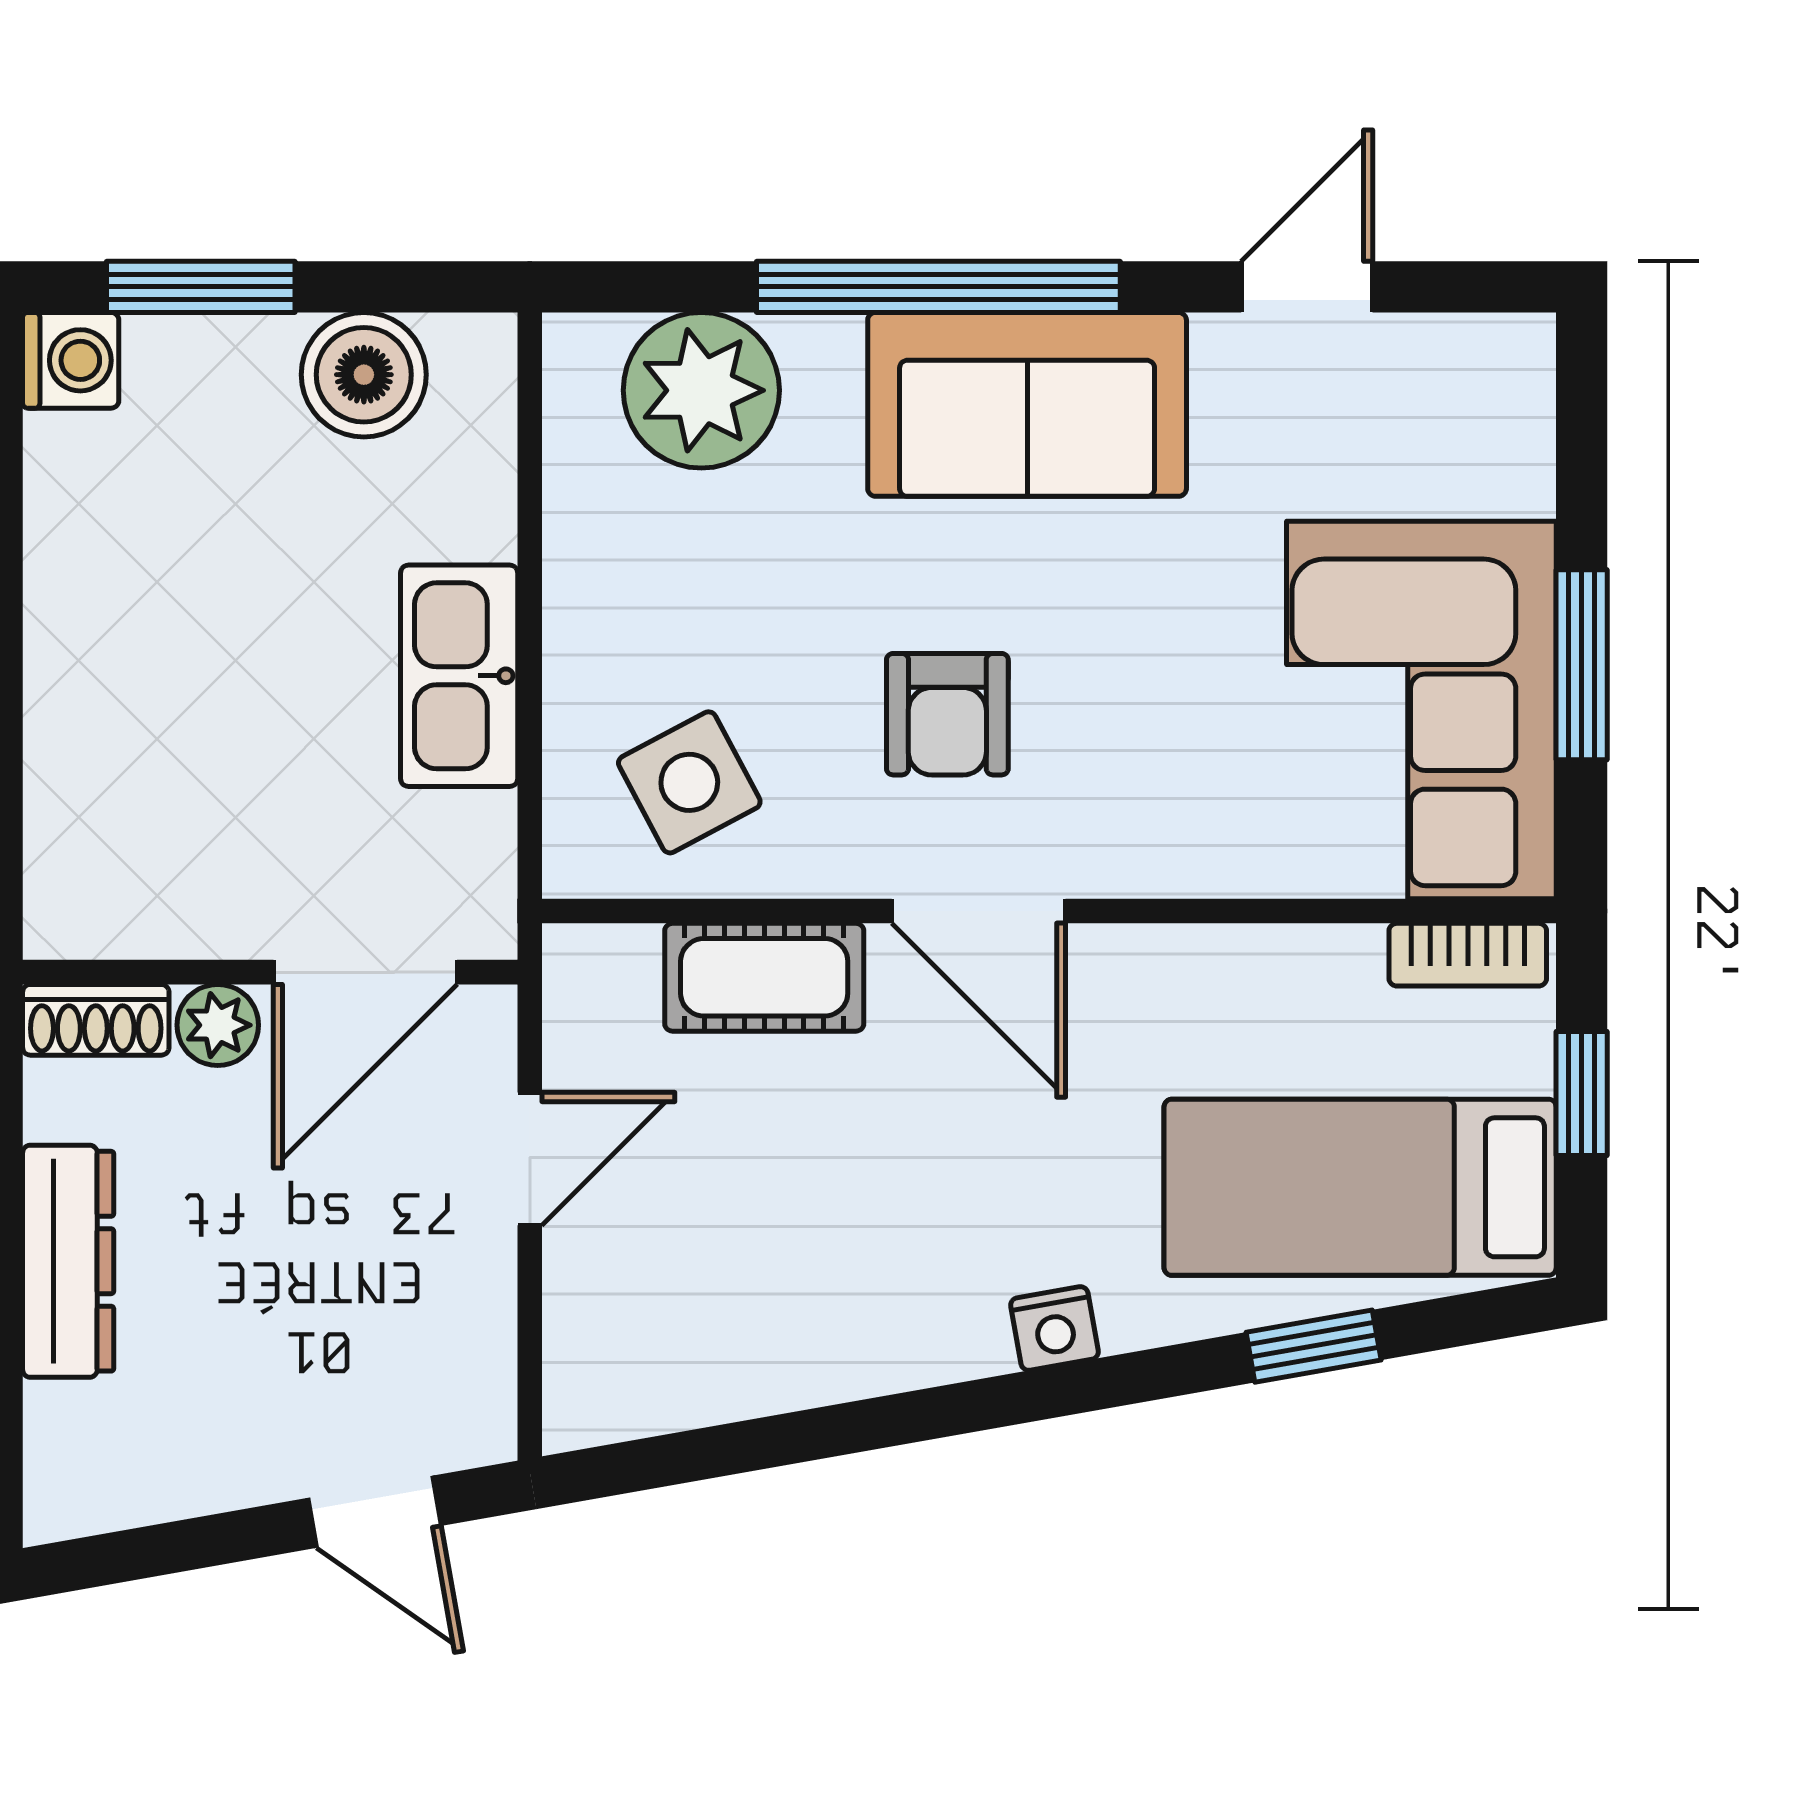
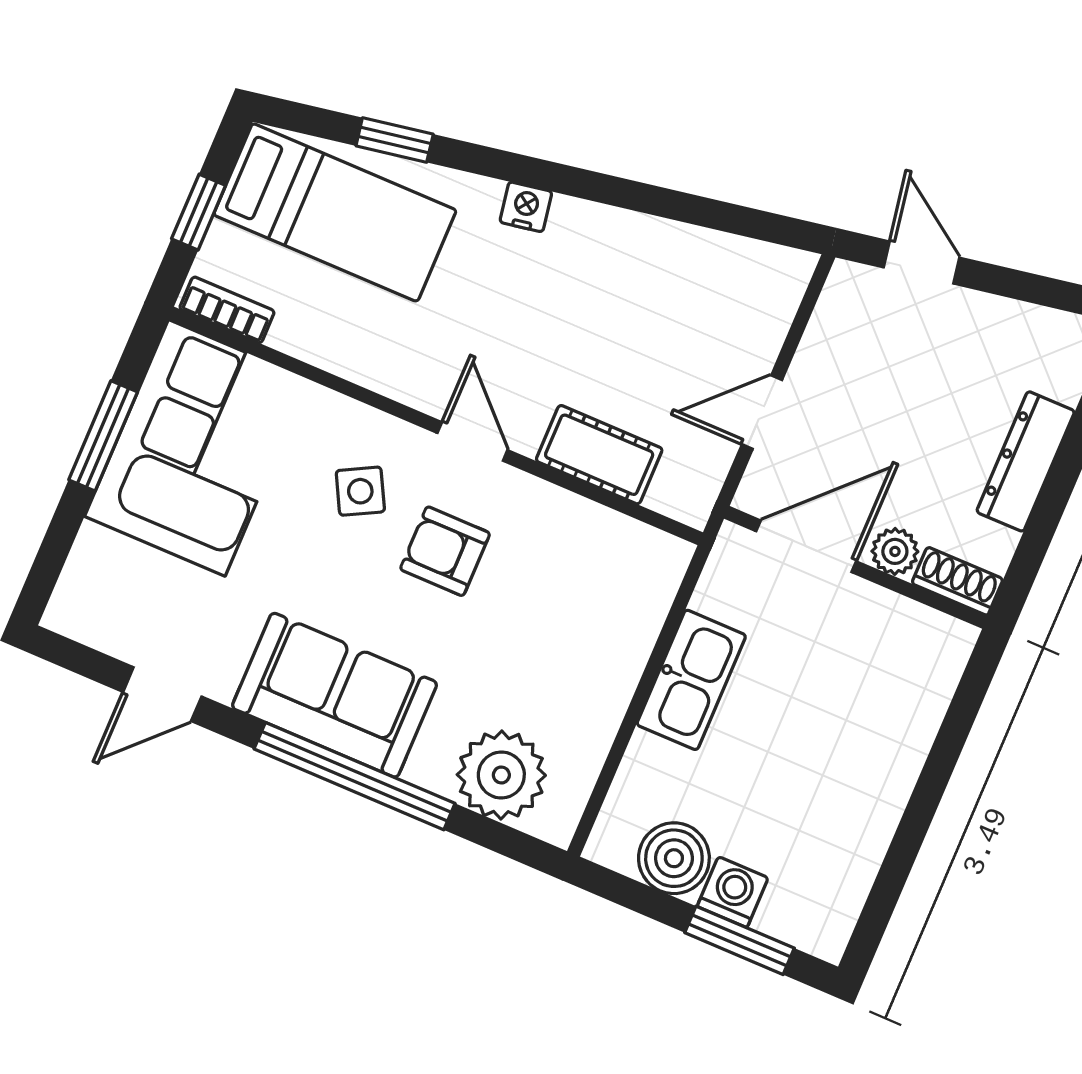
washing machine: (71, 360) -> (733, 892), moved, turned 90
armchair: (947, 714) -> (445, 551), turned -90
side table: (689, 782) -> (360, 491), moved, width x0.73, depth x0.73
door: (979, 911) -> (472, 442), width x0.73

